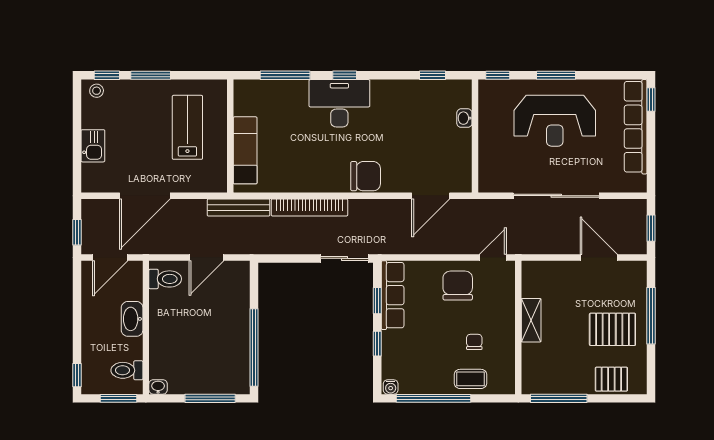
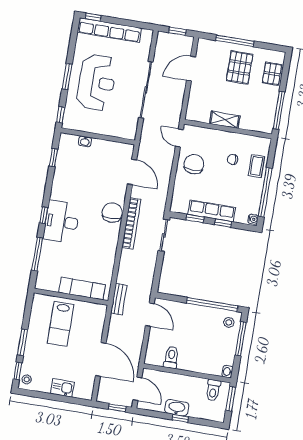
lab bench: (187, 127) -> (61, 324), turned -90
bookcase: (309, 207) -> (131, 223), moved
bench: (239, 208) -> (119, 299), width x0.73
door: (206, 257) -> (150, 315), moved
toilet: (165, 279) -> (171, 357), moved
chair: (458, 286) -> (194, 164), turned 90
row of seats: (393, 295) -> (212, 211), moved
washbasin: (132, 319) -> (177, 408), moved, turned 180
window: (77, 375) -> (180, 418), moved
stool: (231, 377) -> (229, 322), added

